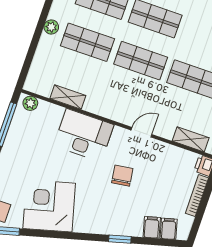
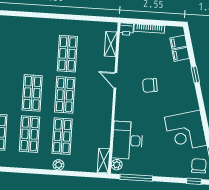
shelving: (68, 97) -> (104, 161), moved
desk: (84, 135) -> (127, 140), moved

